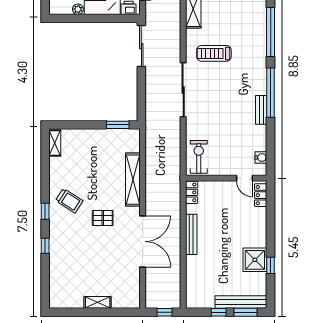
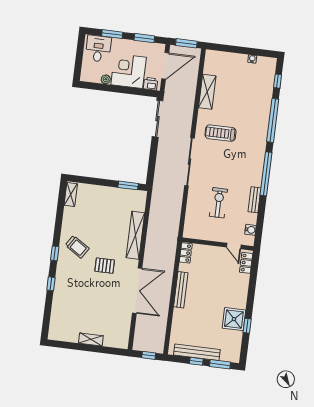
bench: (261, 110) -> (254, 200), moved
exercise bike: (199, 157) -> (218, 203), moved
bench: (241, 302) -> (197, 352), moved

